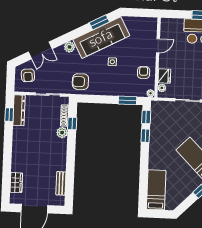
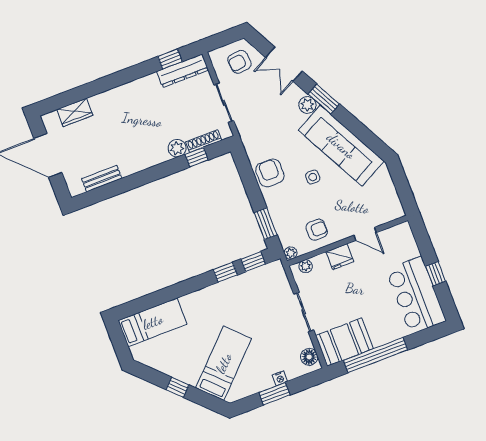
window: (99, 22) -> (324, 99), moved
fridge: (164, 76) -> (340, 257), moved
armchair: (80, 82) -> (270, 173), moved

